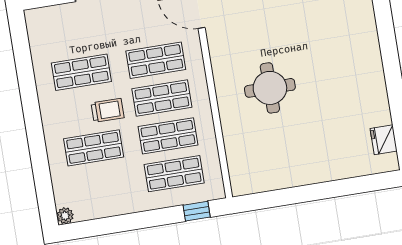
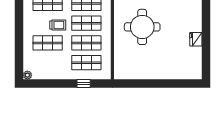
round table: (270, 88) -> (142, 27), width x1.36, depth x1.36
fridge: (384, 140) -> (196, 39), moved
window: (197, 211) -> (84, 84), moved

